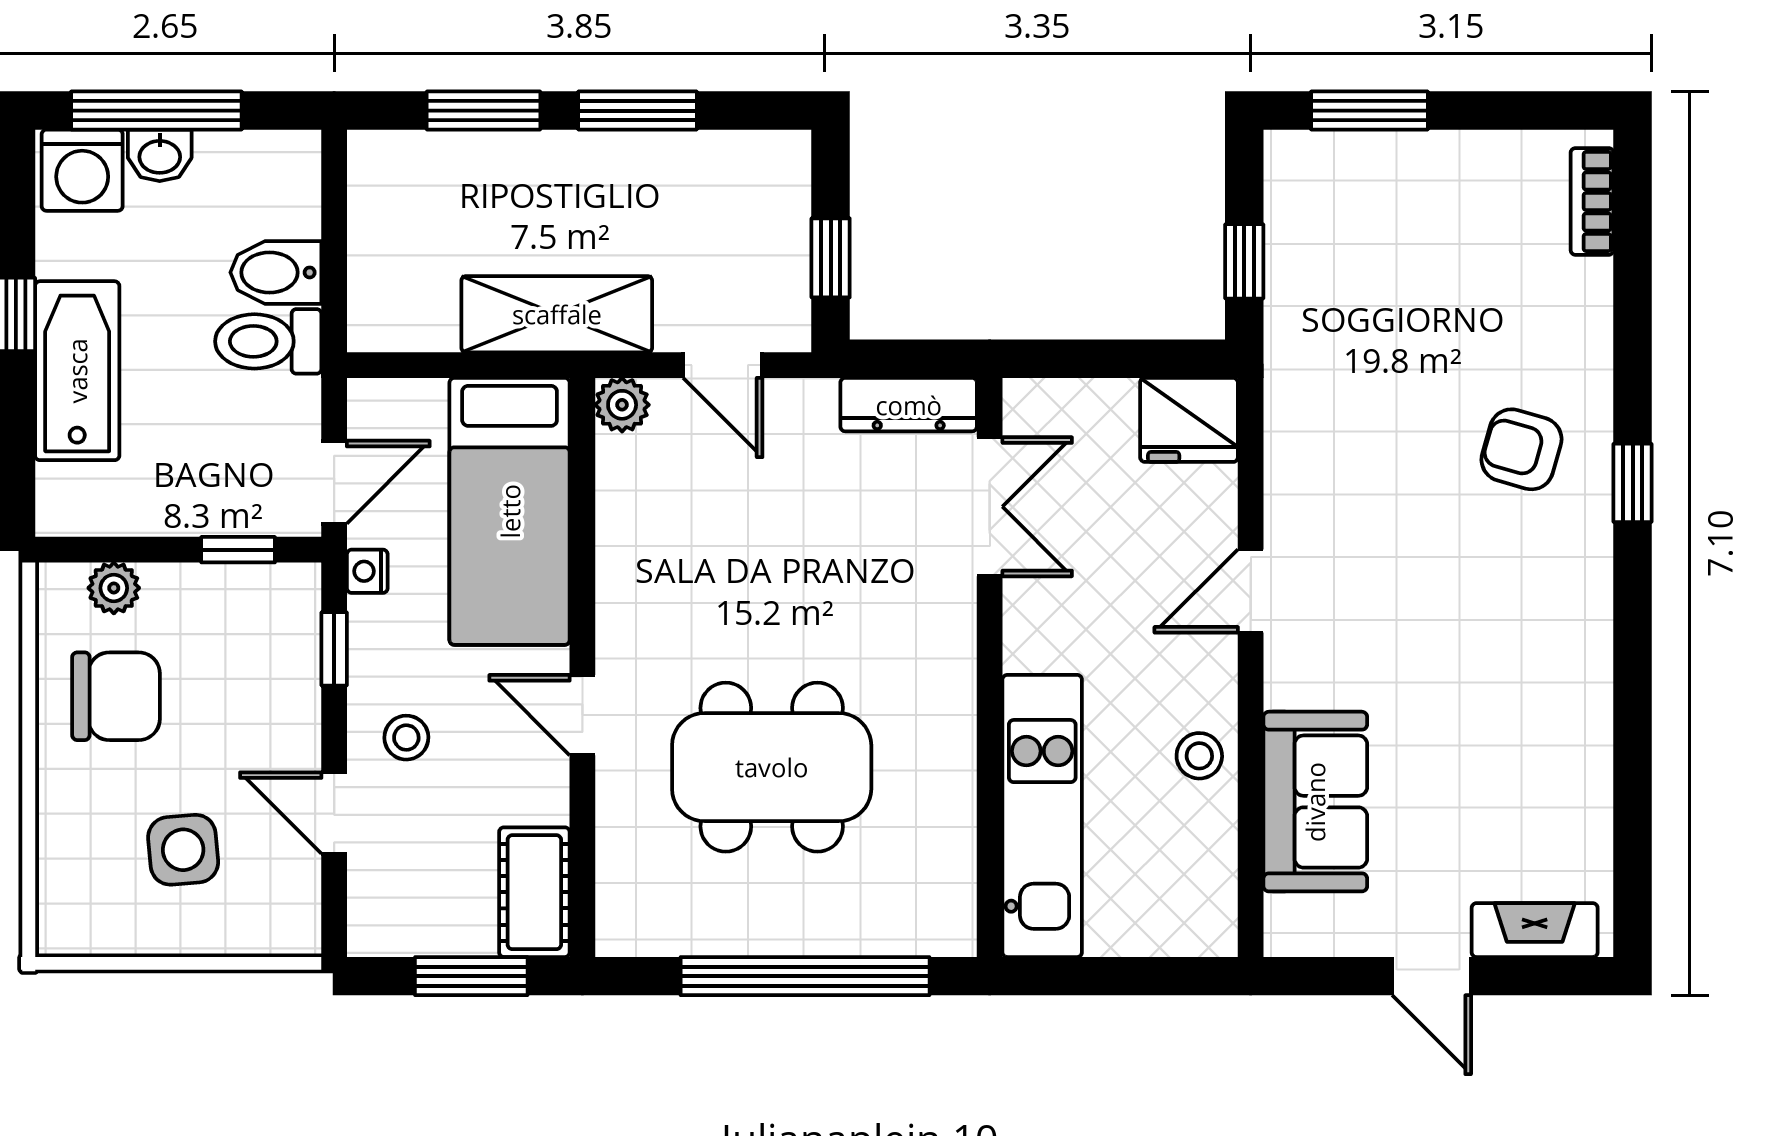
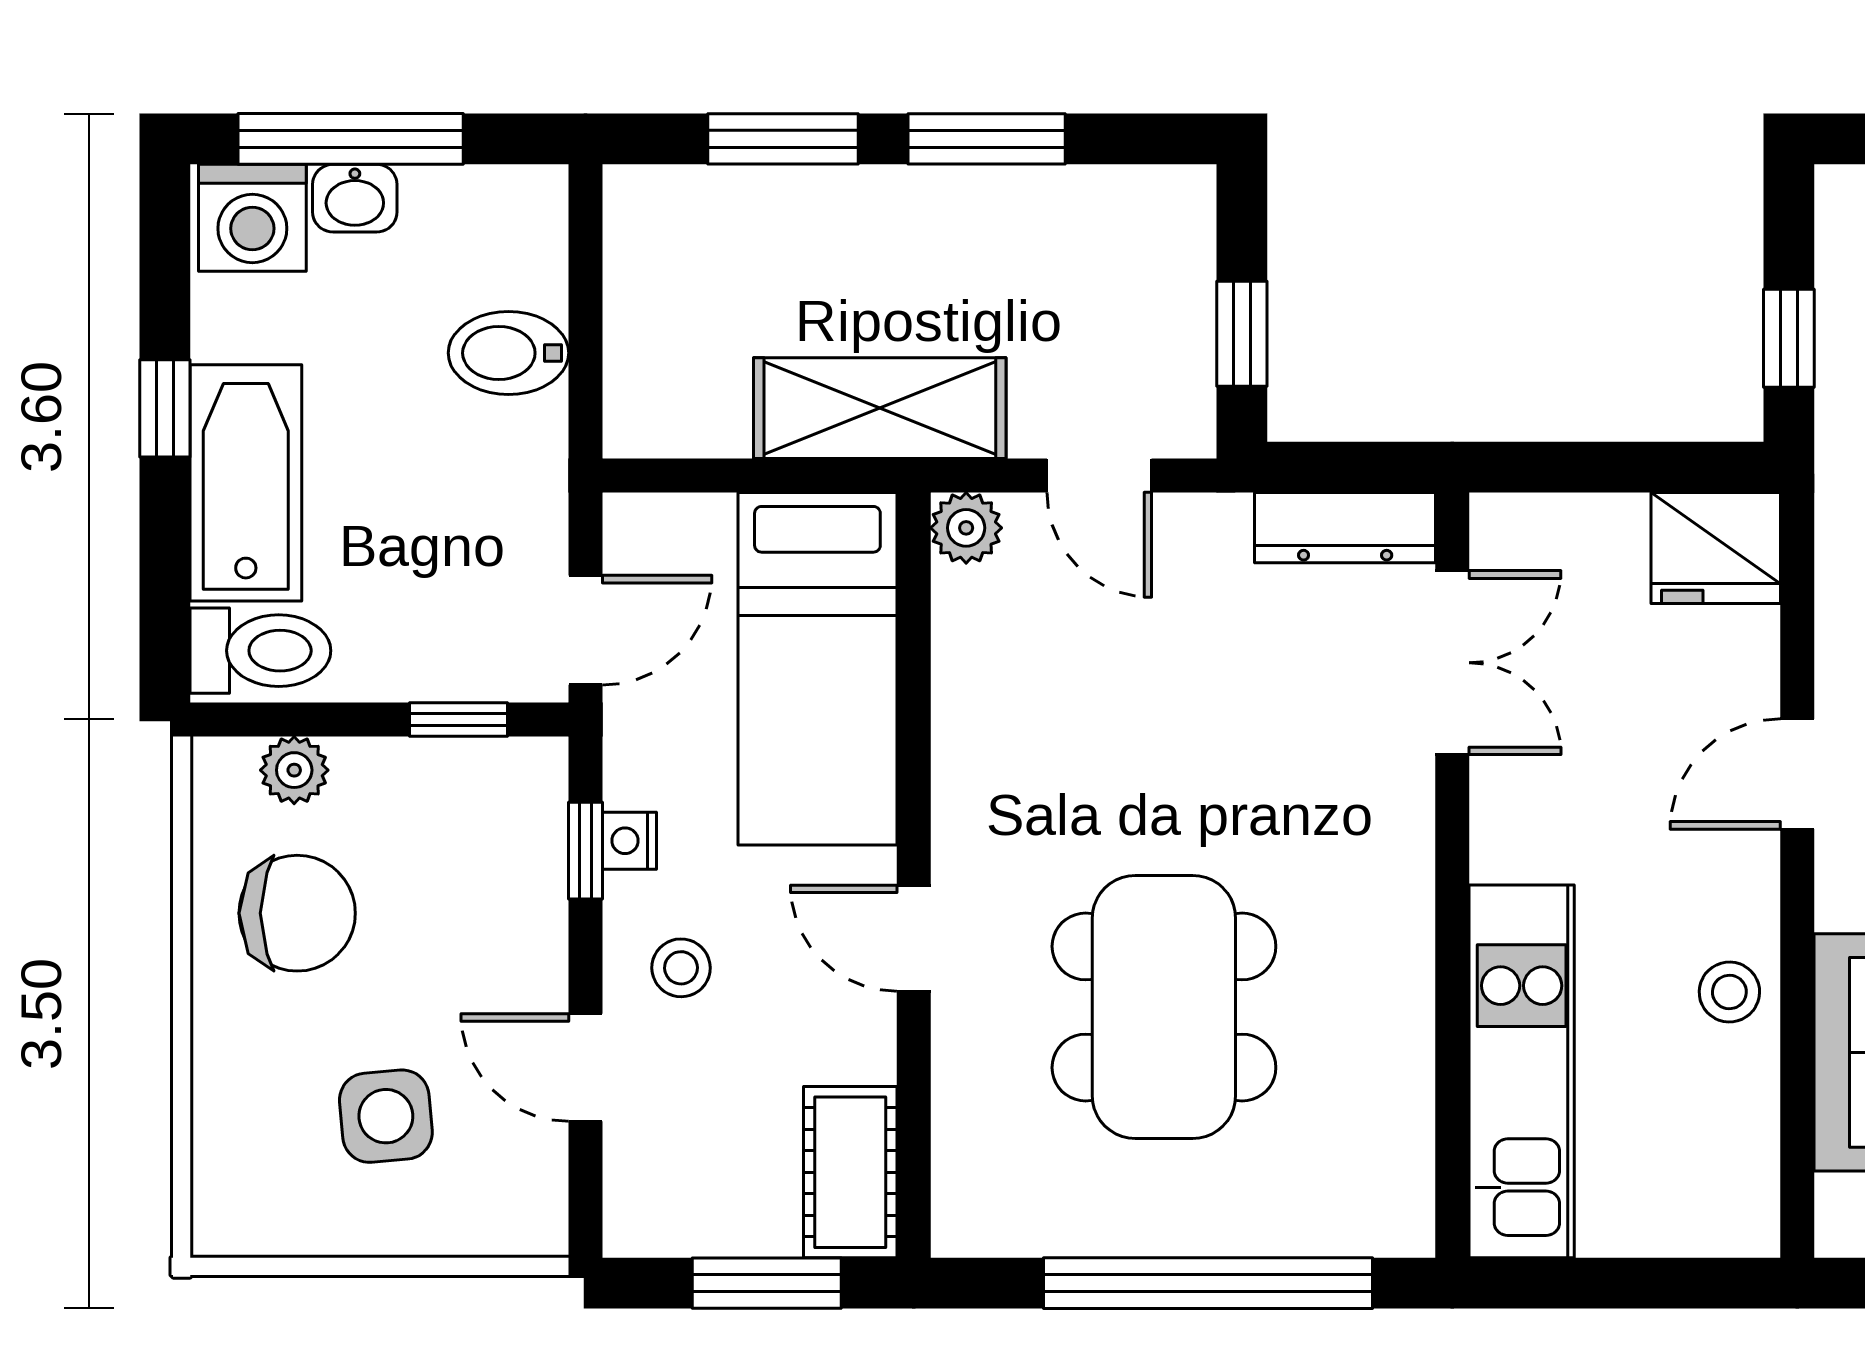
toilet: (268, 341) -> (260, 651), moved, turned 180
nightstand: (367, 571) -> (629, 841), moved
dining table: (772, 767) -> (1164, 1007), turned 90

